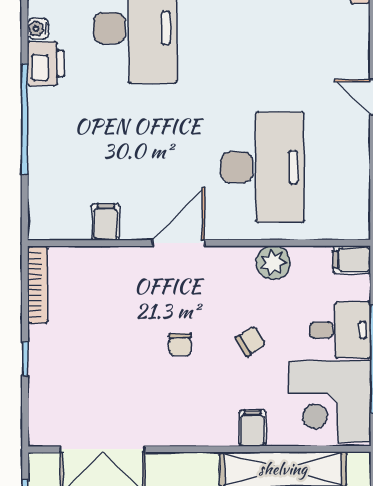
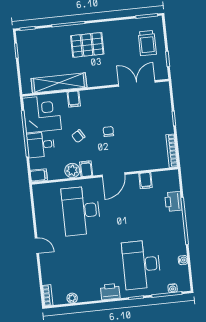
printer: (46, 64) -> (173, 201), moved
filing cabinet: (241, 263) -> (86, 169), added

